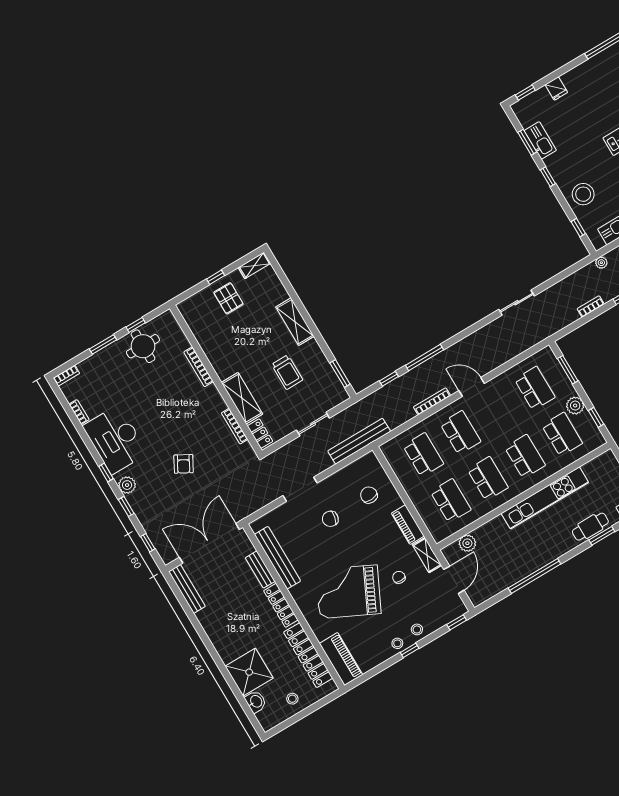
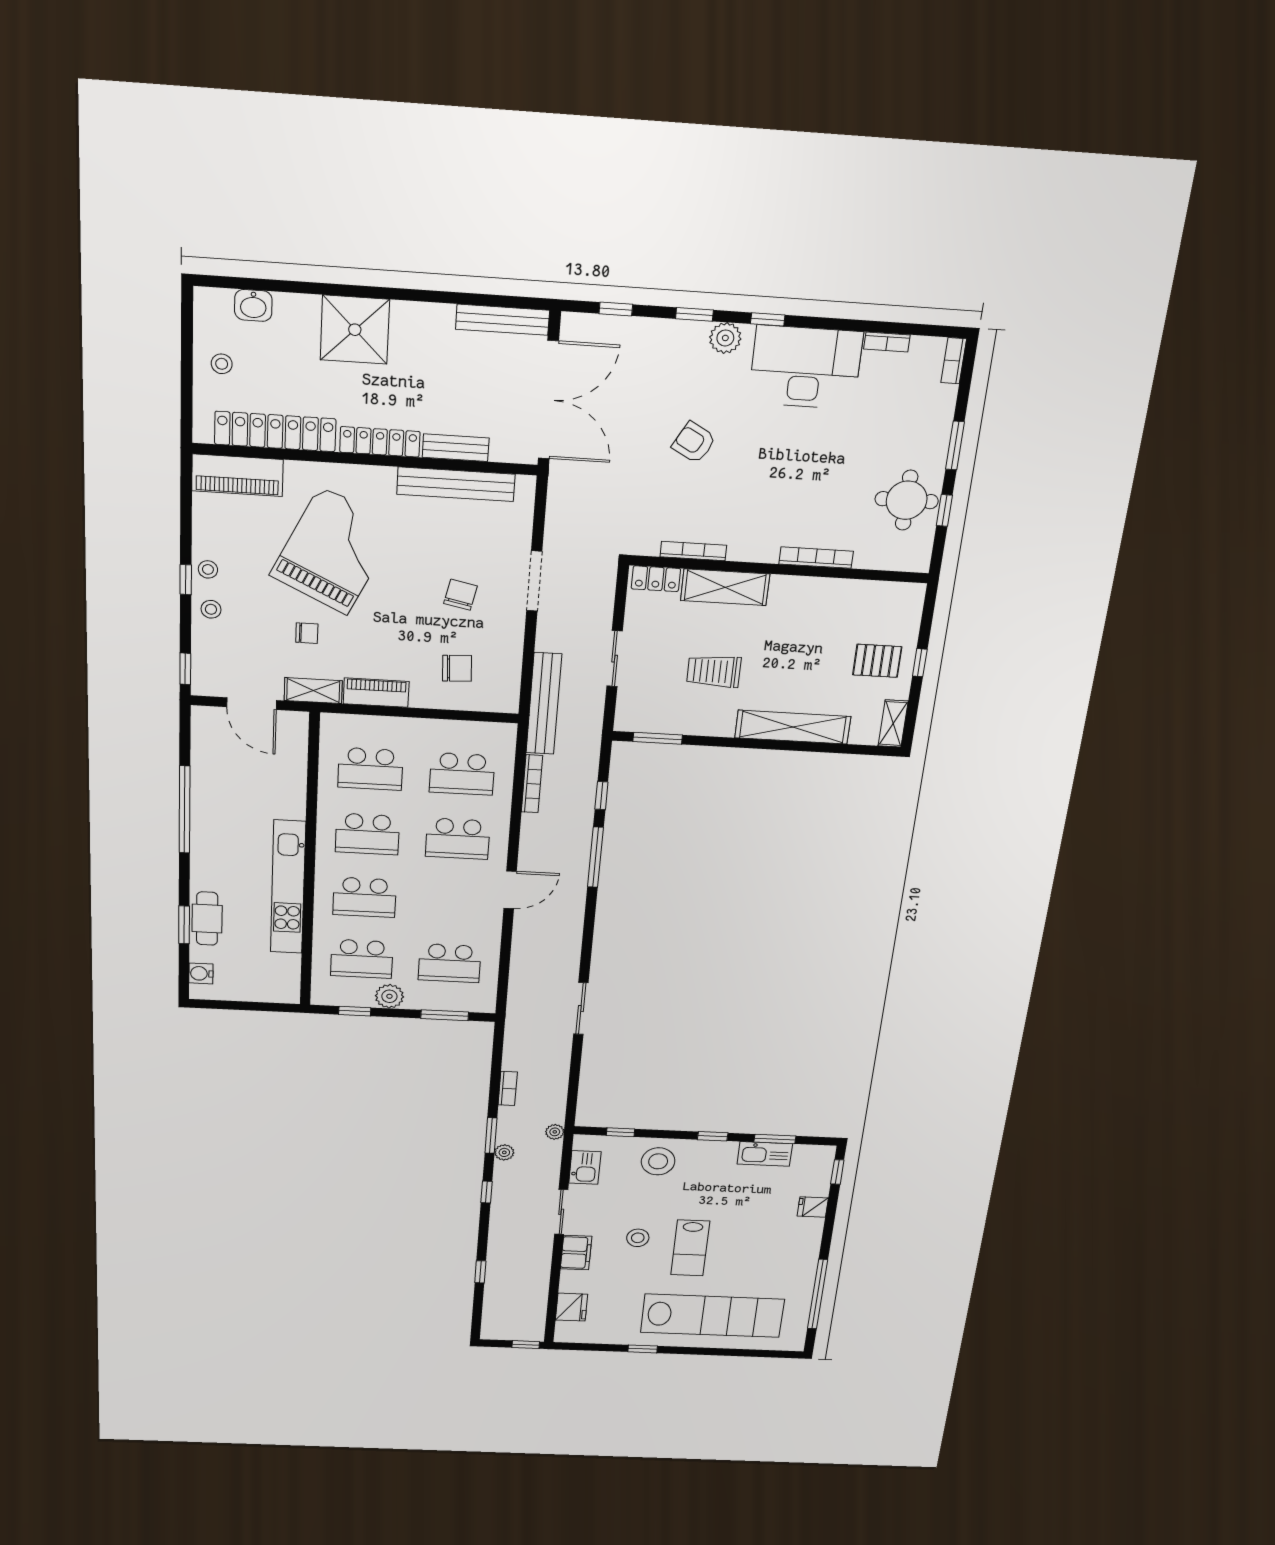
shelving: (295, 322) -> (793, 727), width x1.47
bookcase: (432, 401) -> (532, 784), moved
plant: (467, 543) -> (293, 753), removed
shower: (249, 672) -> (355, 330), moved

